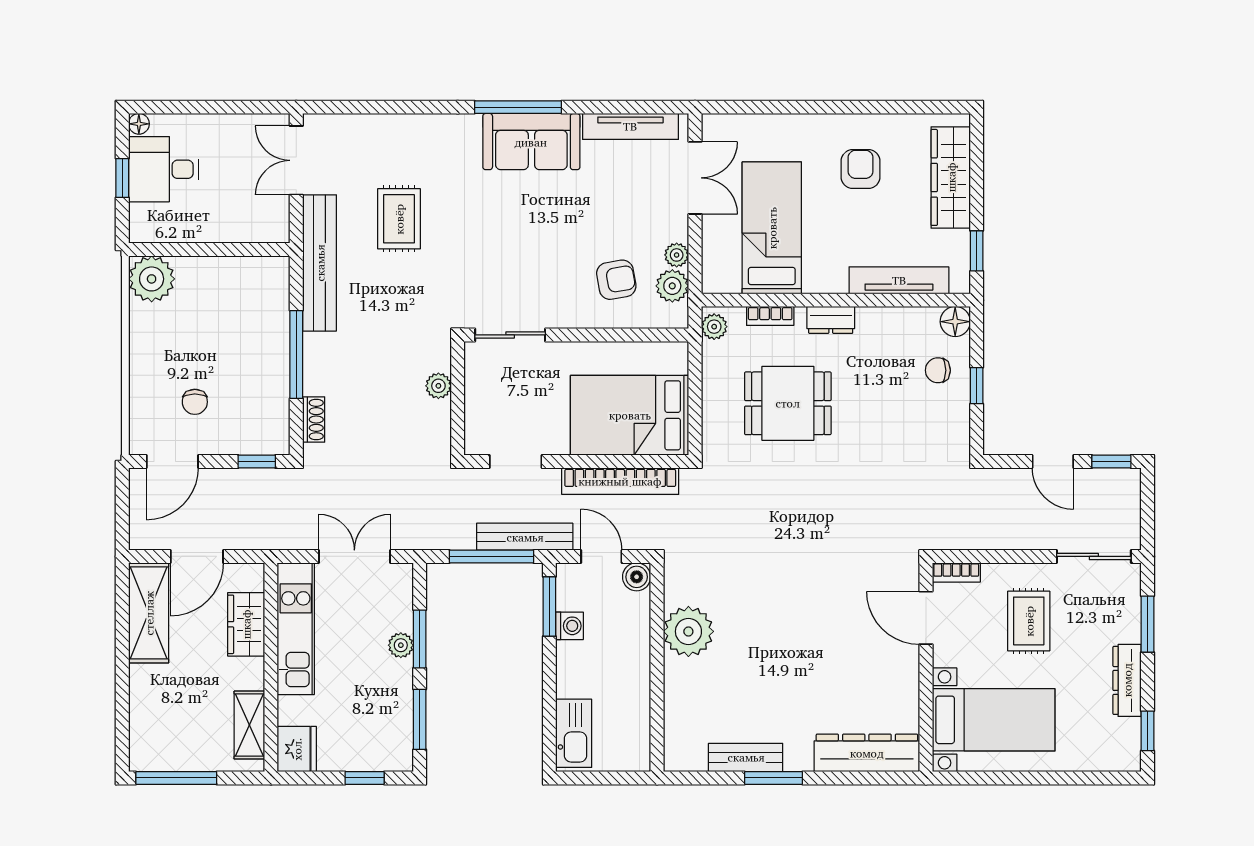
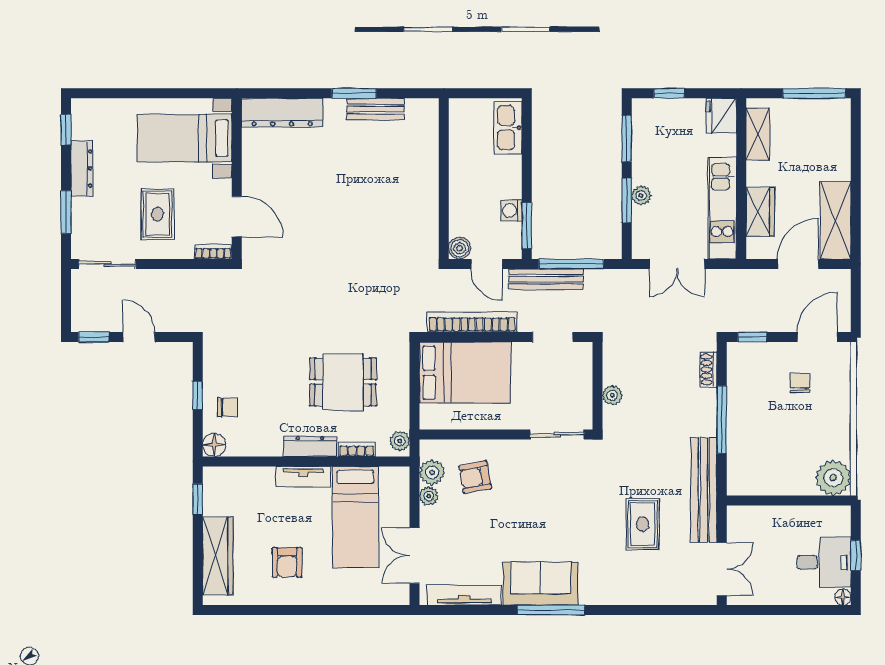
tv unit: (899, 280) -> (303, 477), moved, width x0.71
dresser: (831, 320) -> (310, 446), width x1.44
plant: (688, 631) -> (420, 206), removed

